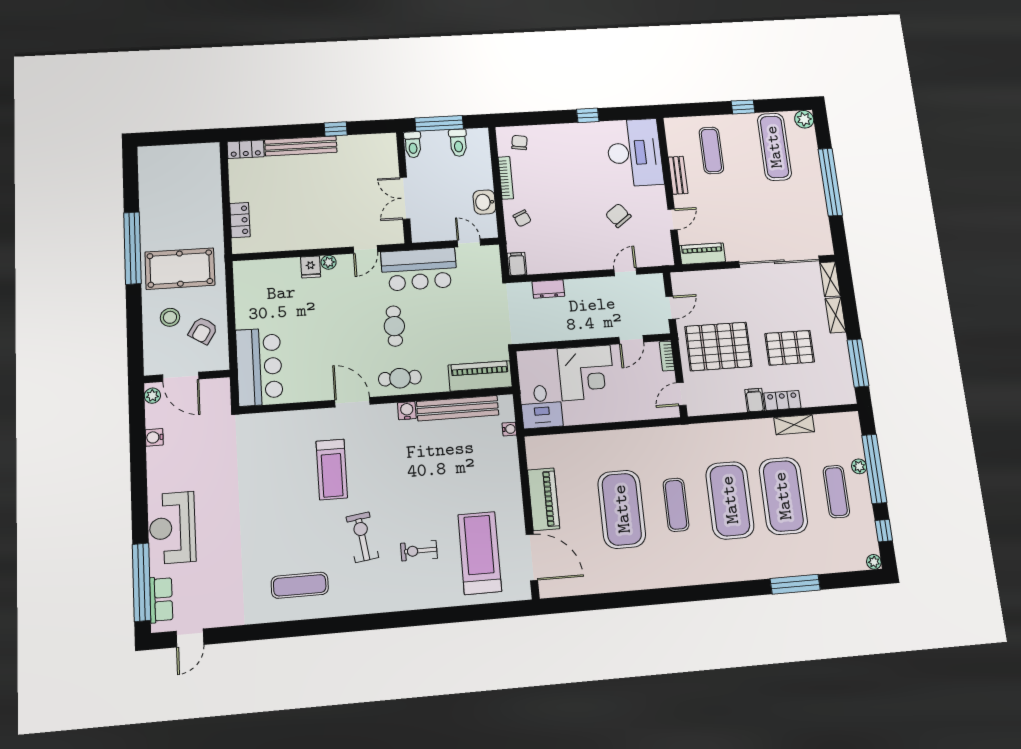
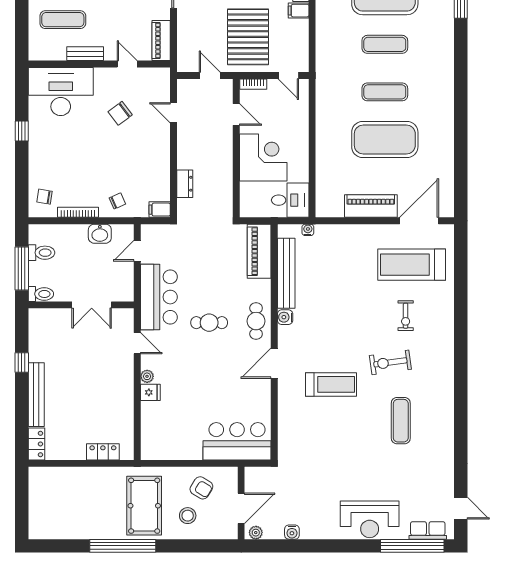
exercise mat: (730, 500) -> (385, 44), width x0.50, depth x0.69
exercise mat: (300, 585) -> (401, 421), moved

